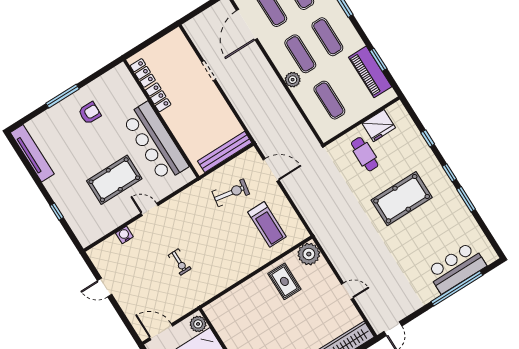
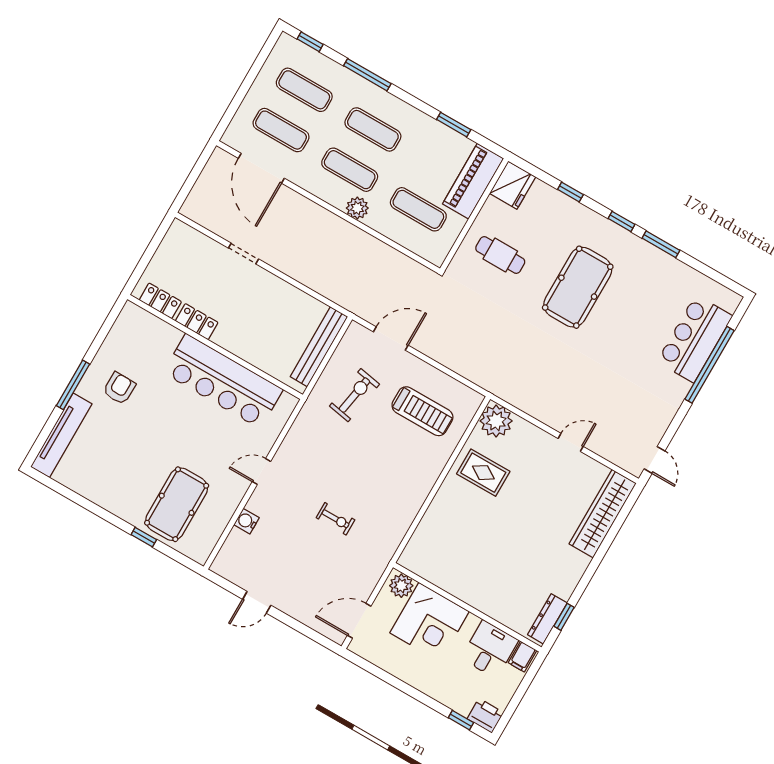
piano: (370, 72) -> (473, 181), moved, turned 90
fridge: (379, 126) -> (513, 185), moved
tv unit: (32, 153) -> (61, 435), moved, turned 90
pool table: (114, 180) -> (177, 504), moved

